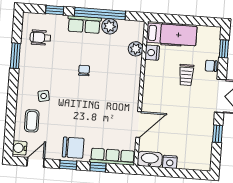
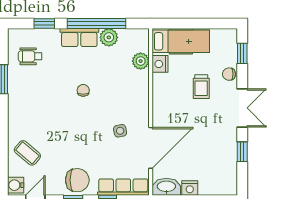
side table: (44, 96) -> (120, 131), moved
coffee table: (32, 121) -> (27, 153), turned -50
door: (139, 124) -> (151, 148), width x1.36

